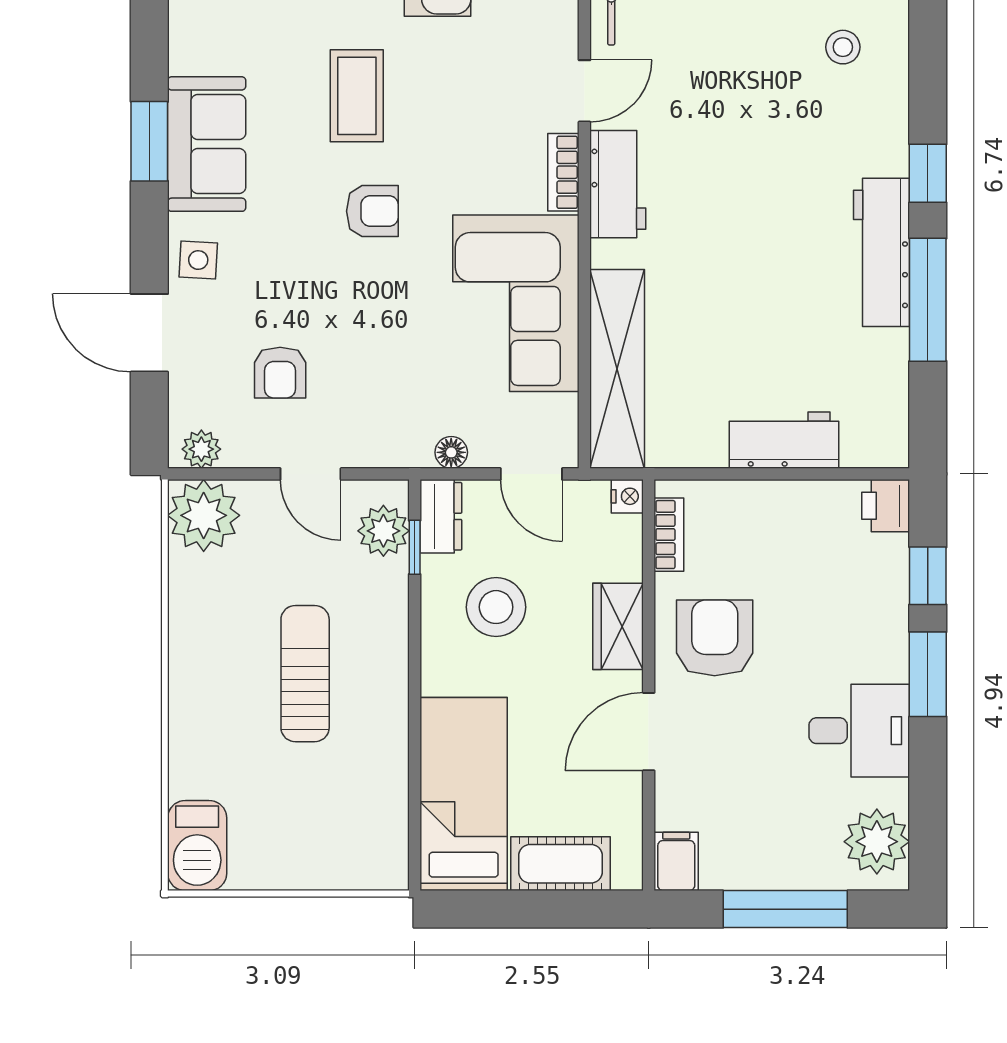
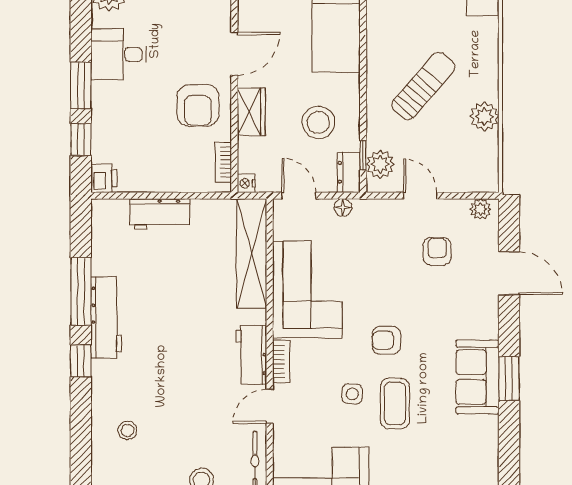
side table: (198, 260) -> (352, 394), moved
plant: (204, 515) -> (484, 116), moved, width x0.73, depth x0.73
sun lounger: (305, 674) -> (423, 86), turned -139

